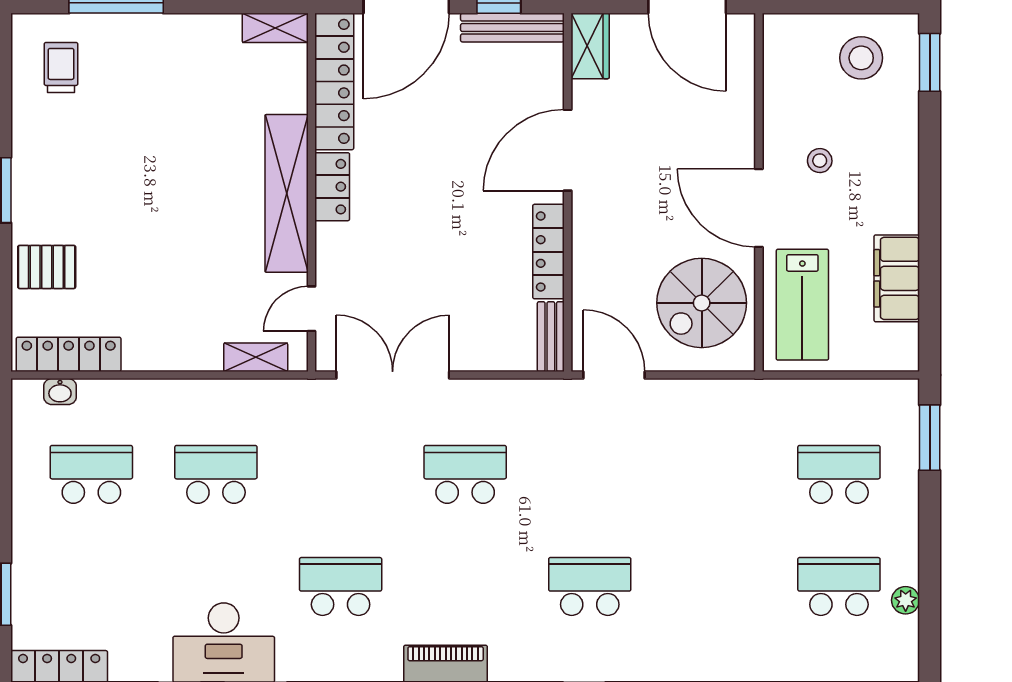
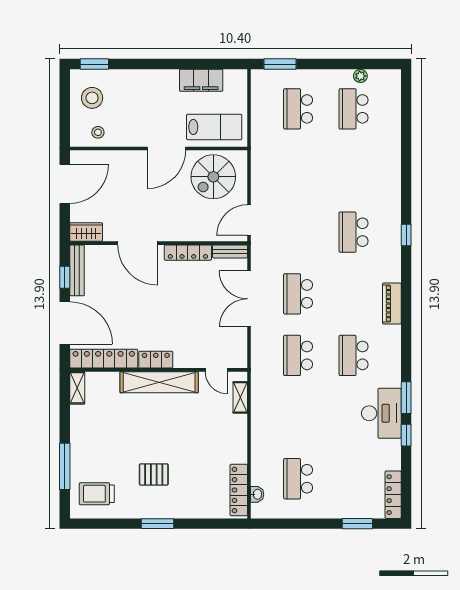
trolley: (61, 67) -> (97, 494), width x1.36, depth x1.39
stool: (820, 161) -> (98, 132), moved
pallet: (47, 267) -> (154, 475), moved, turned 90
spiral stairs: (702, 303) -> (213, 177), turned 90
double door: (393, 375) -> (249, 299), moved
school desk: (216, 474) -> (298, 355), moved

